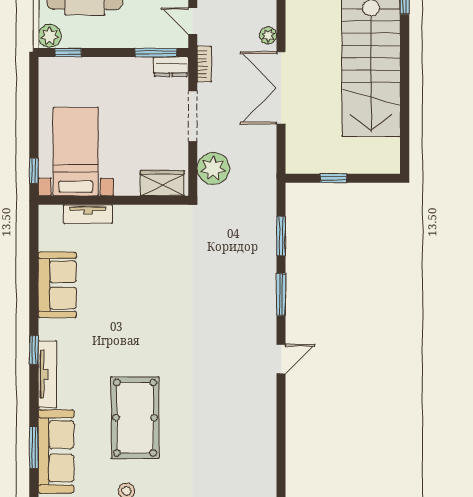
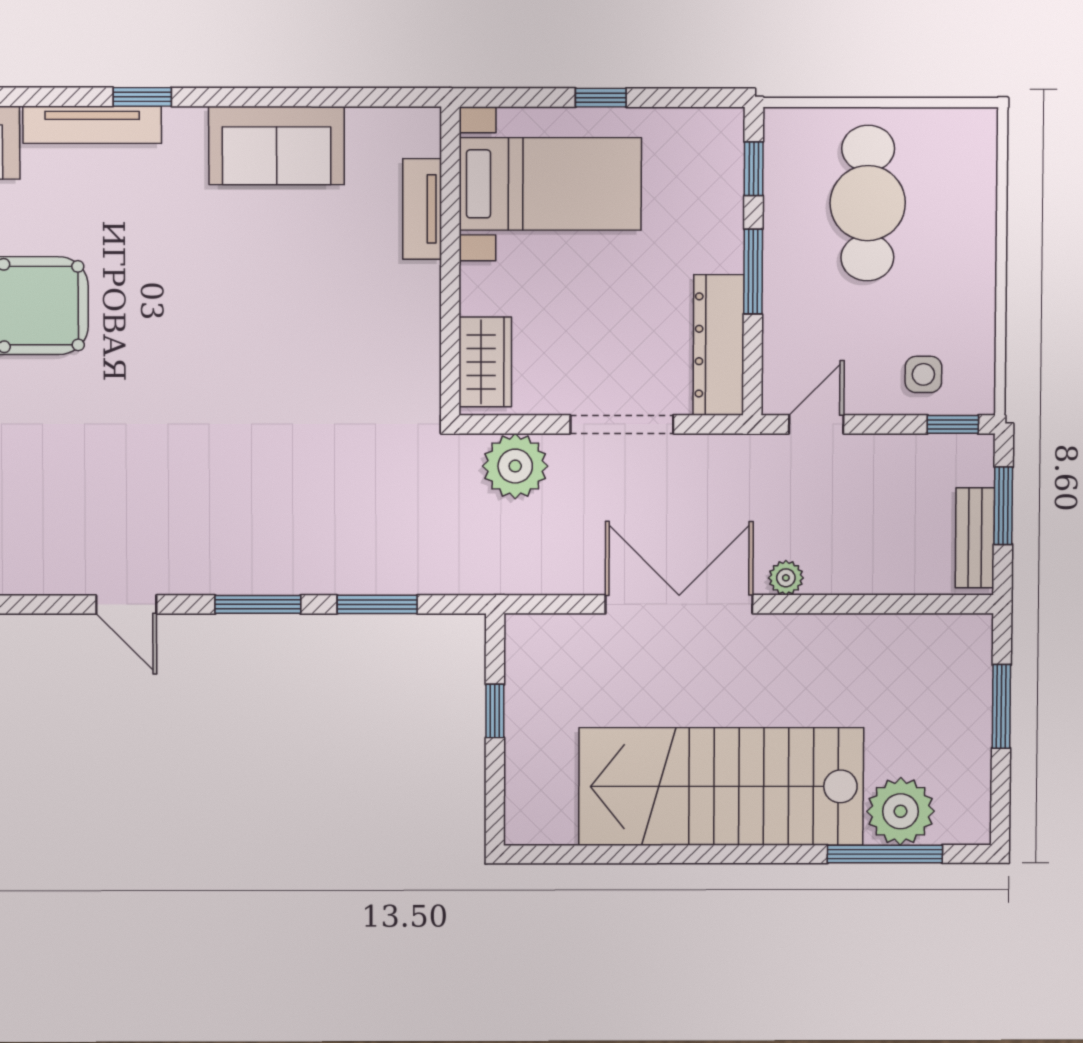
plant: (50, 36) -> (788, 131), removed
window: (156, 52) -> (753, 272), moved
bookcase: (204, 64) -> (729, 448), removed
dresser: (171, 67) -> (719, 345), width x1.96, depth x1.24
window: (34, 171) -> (601, 98), moved

